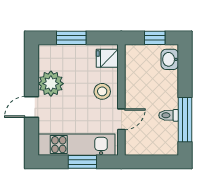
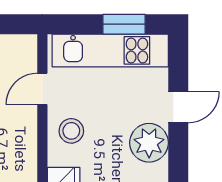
window: (82, 162) -> (124, 24), moved

